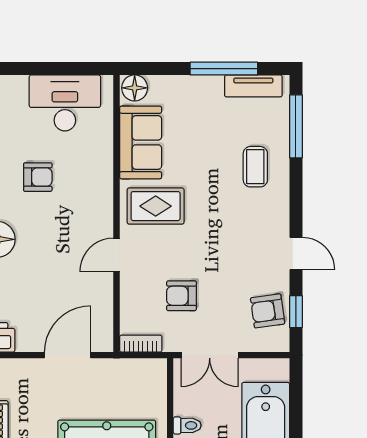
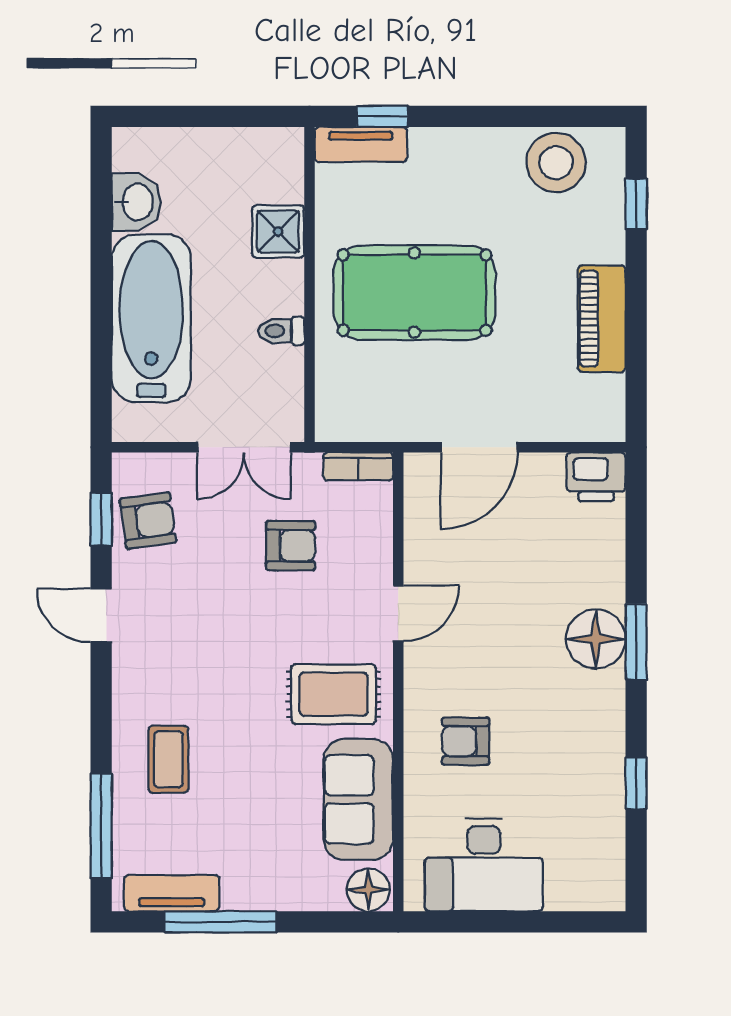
armchair: (38, 177) -> (466, 741), moved
double door: (210, 355) -> (244, 447), swing flipped

